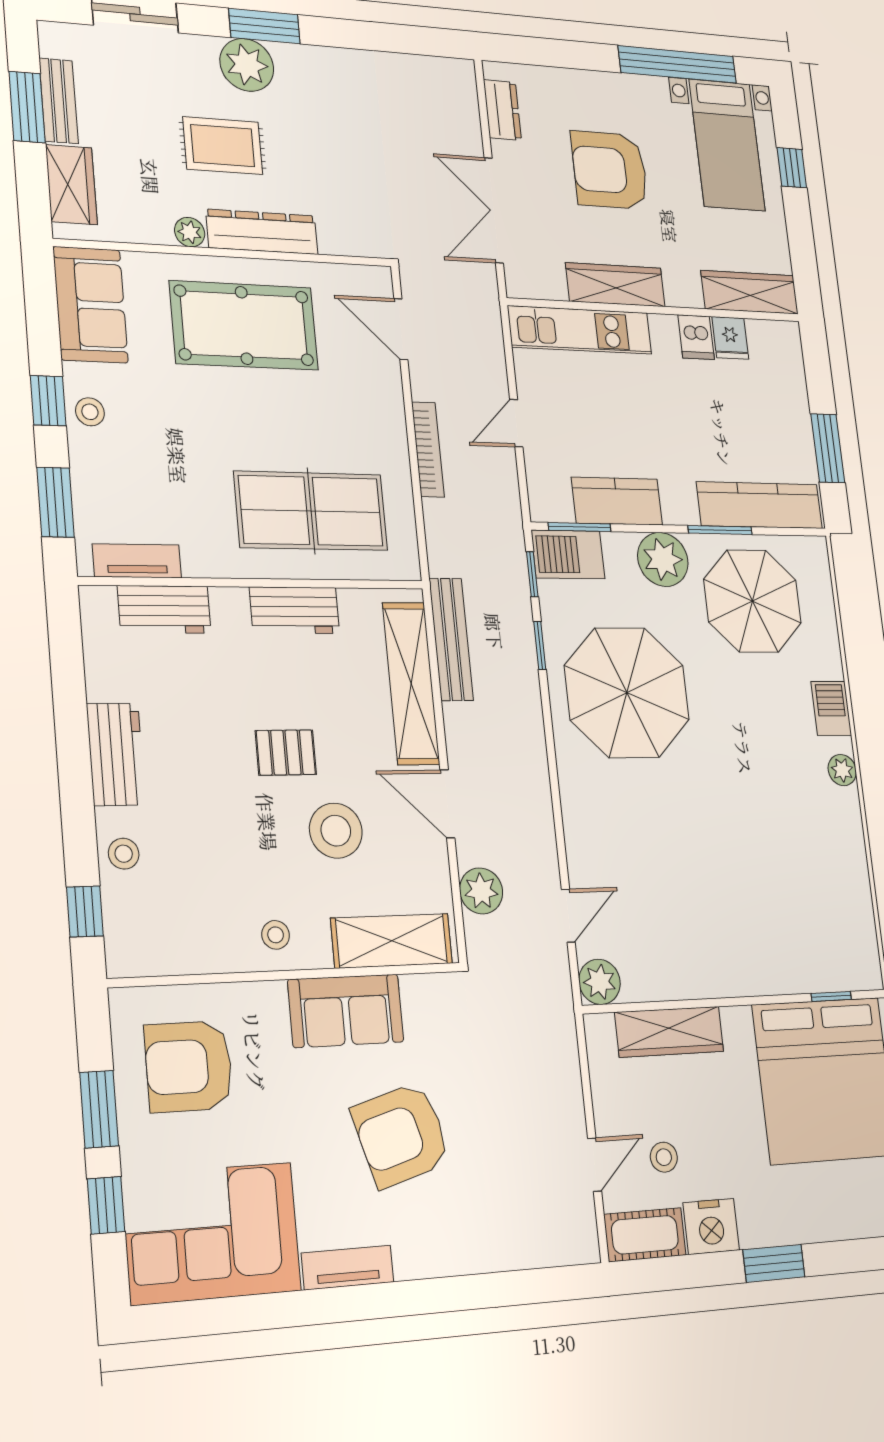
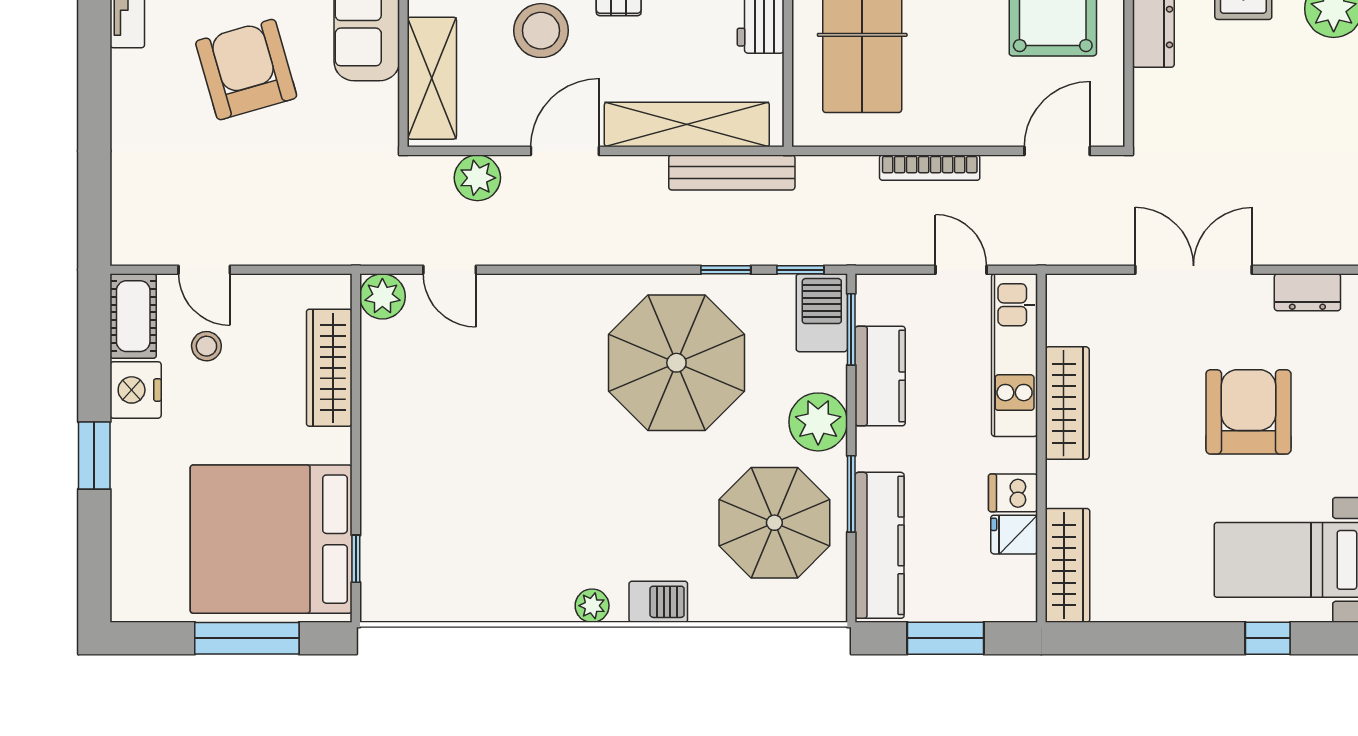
wardrobe: (615, 285) -> (1067, 403), moved
wardrobe: (750, 292) -> (1067, 565), moved
wall: (656, 310) -> (1041, 448), moved
kitchen unit: (580, 330) -> (1015, 355), moved
dishwasher: (696, 337) -> (1013, 493), moved
fridge: (730, 338) -> (1014, 535), moved

